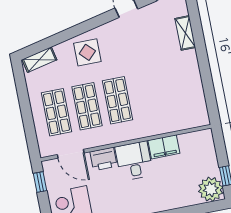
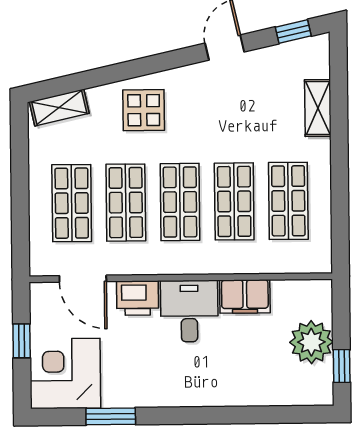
shop shelf: (178, 88) -> (288, 201), added
shop shelf: (148, 94) -> (234, 201), added
window: (40, 182) -> (22, 341), moved
plant: (211, 189) -> (311, 342), moved

